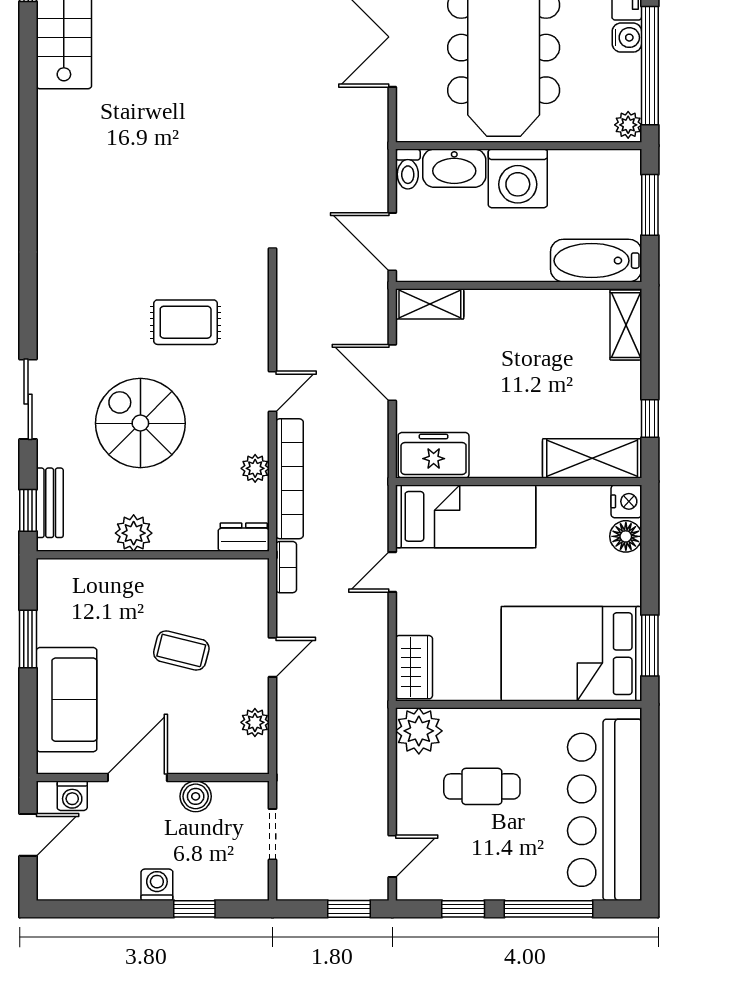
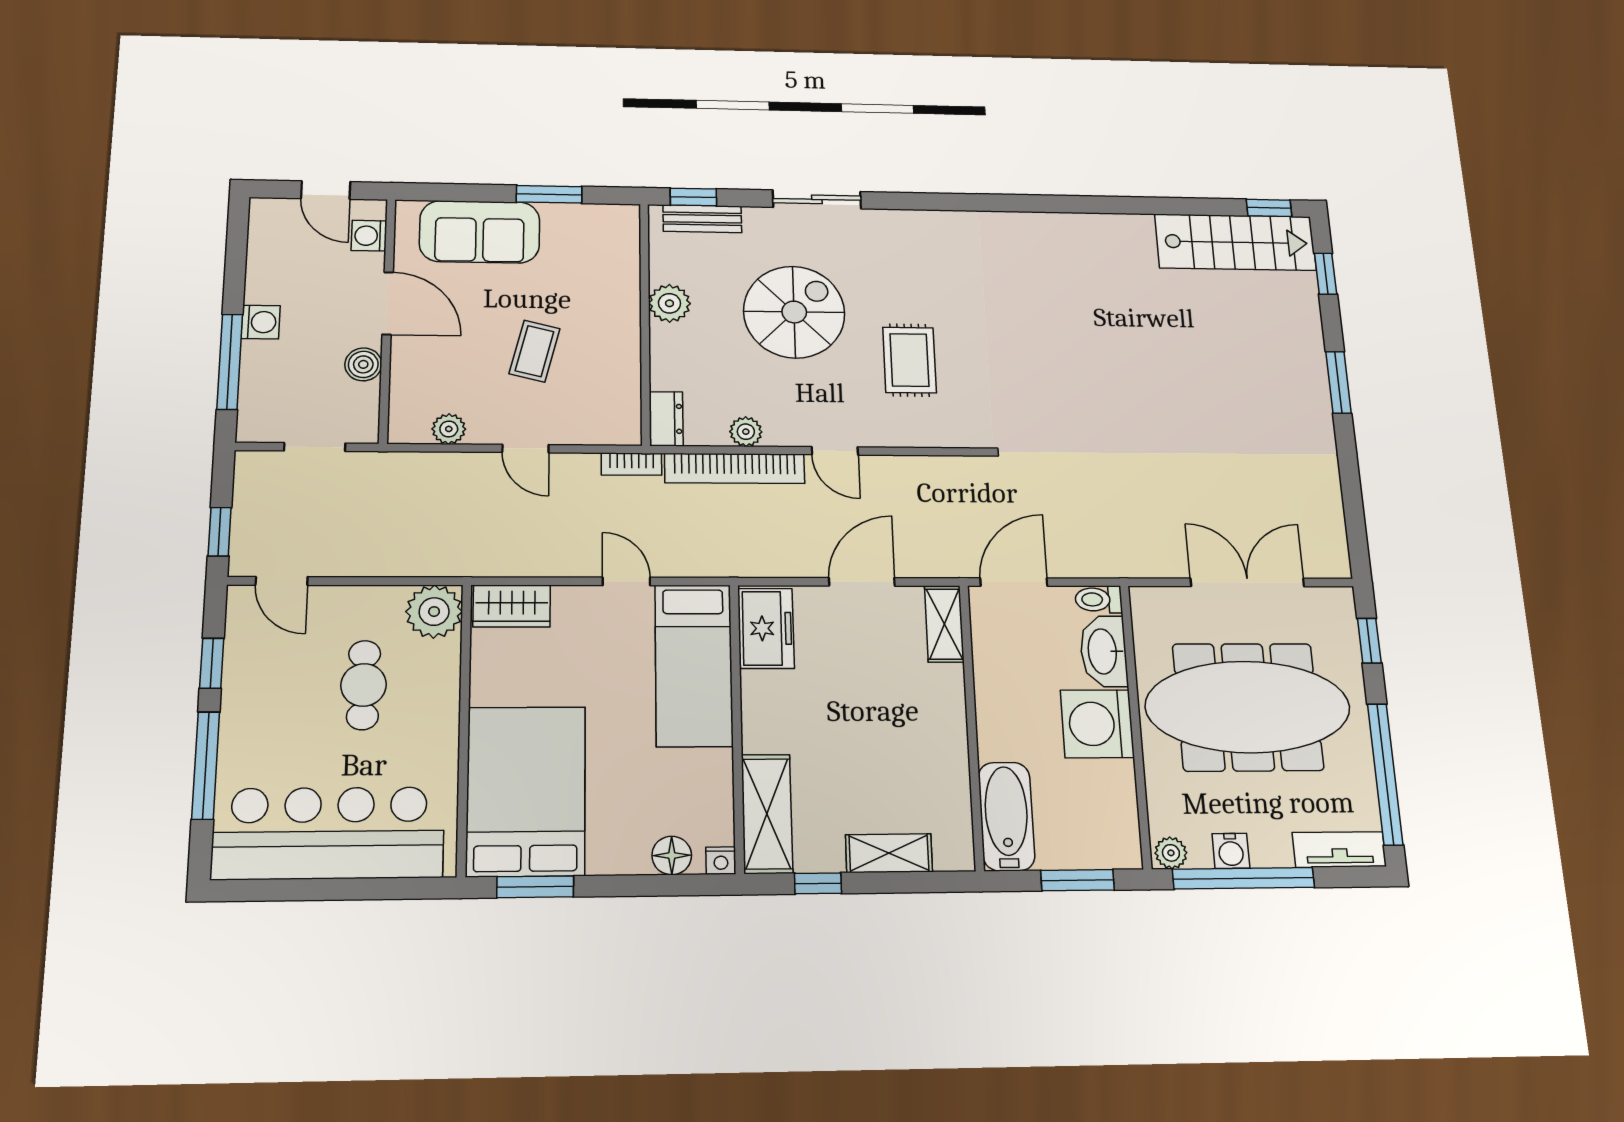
water cooler: (627, 38) -> (1231, 851), moved
shelving: (626, 325) -> (889, 853), moved
nightstand: (626, 501) -> (721, 861), width x0.72, depth x0.74
window: (194, 909) -> (230, 362), width x2.17

